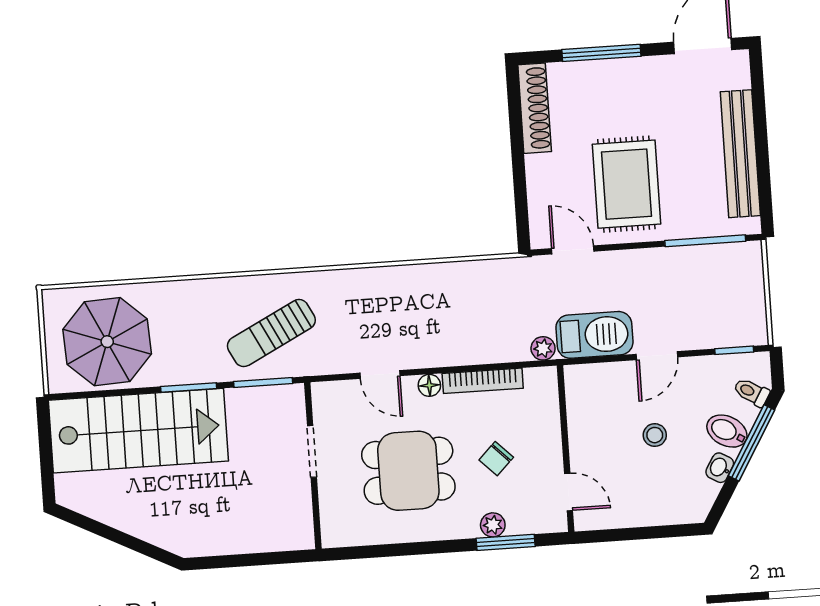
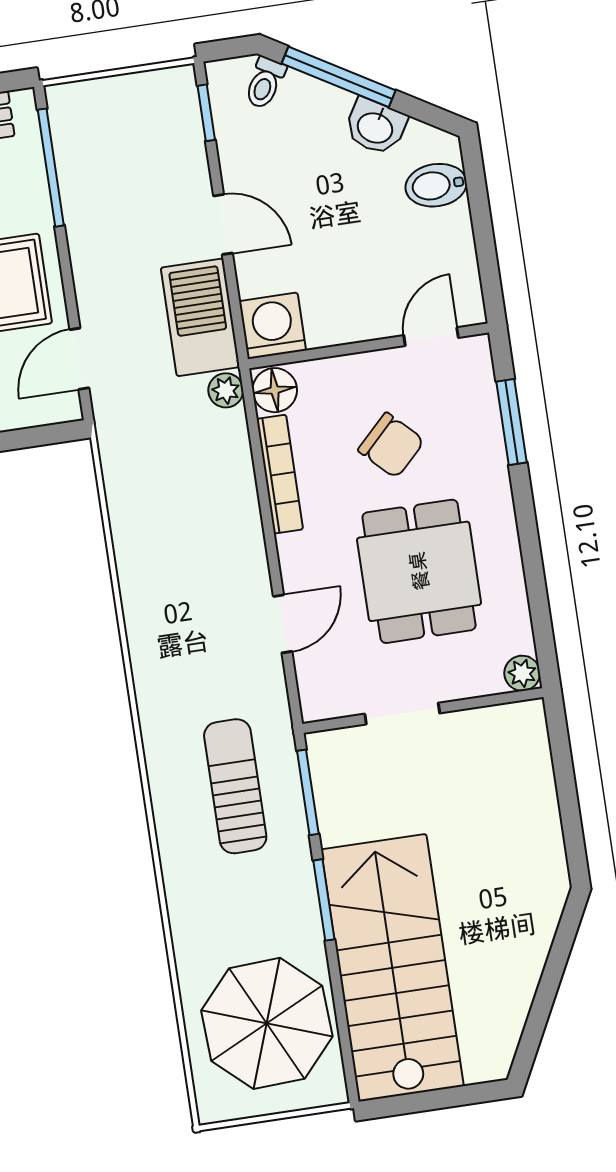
sun lounger: (271, 333) -> (235, 786), turned -153
washing machine: (585, 384) -> (273, 326), added
floor lamp: (429, 385) -> (275, 390), moved, width x1.37, depth x1.37
bidet: (727, 431) -> (436, 185), moved, turned 59
stool: (655, 435) -> (338, 218), removed
chair: (496, 459) -> (391, 445), width x1.37, depth x1.37
washbasin: (720, 468) -> (375, 127), width x1.38, depth x1.45
plant: (493, 525) -> (522, 673), moved

